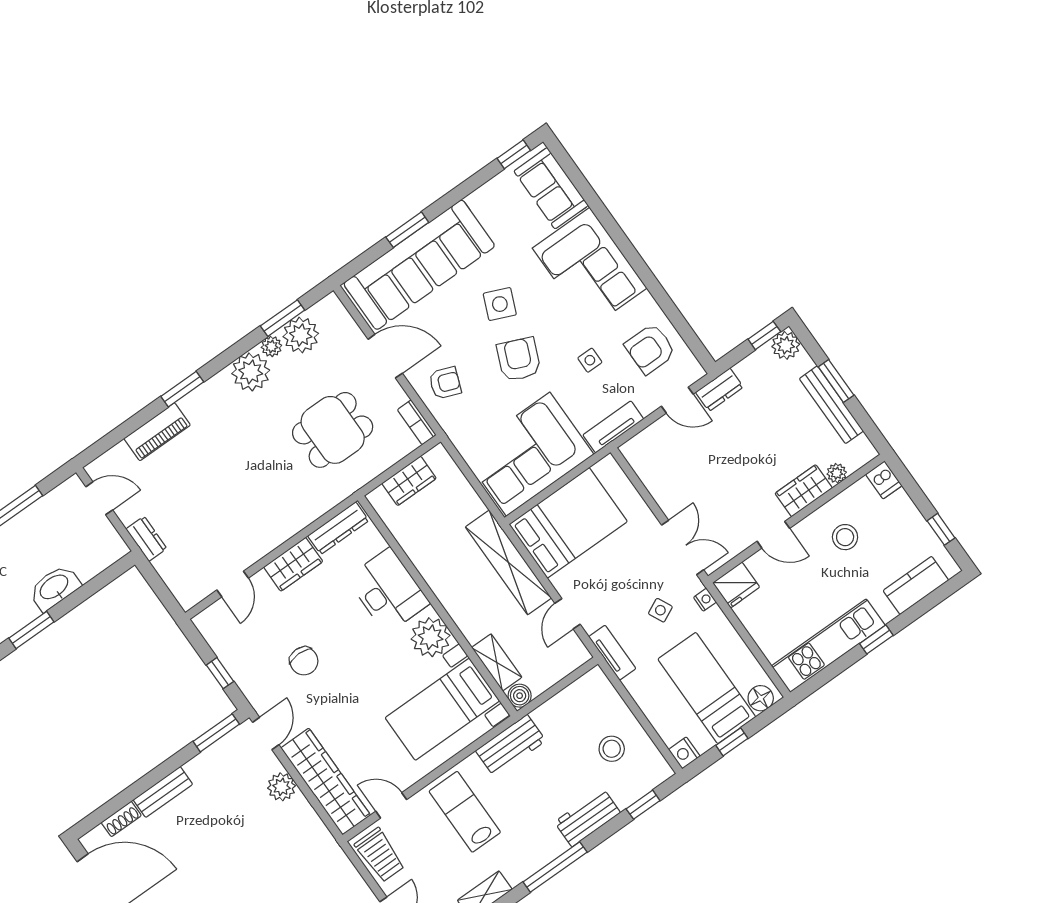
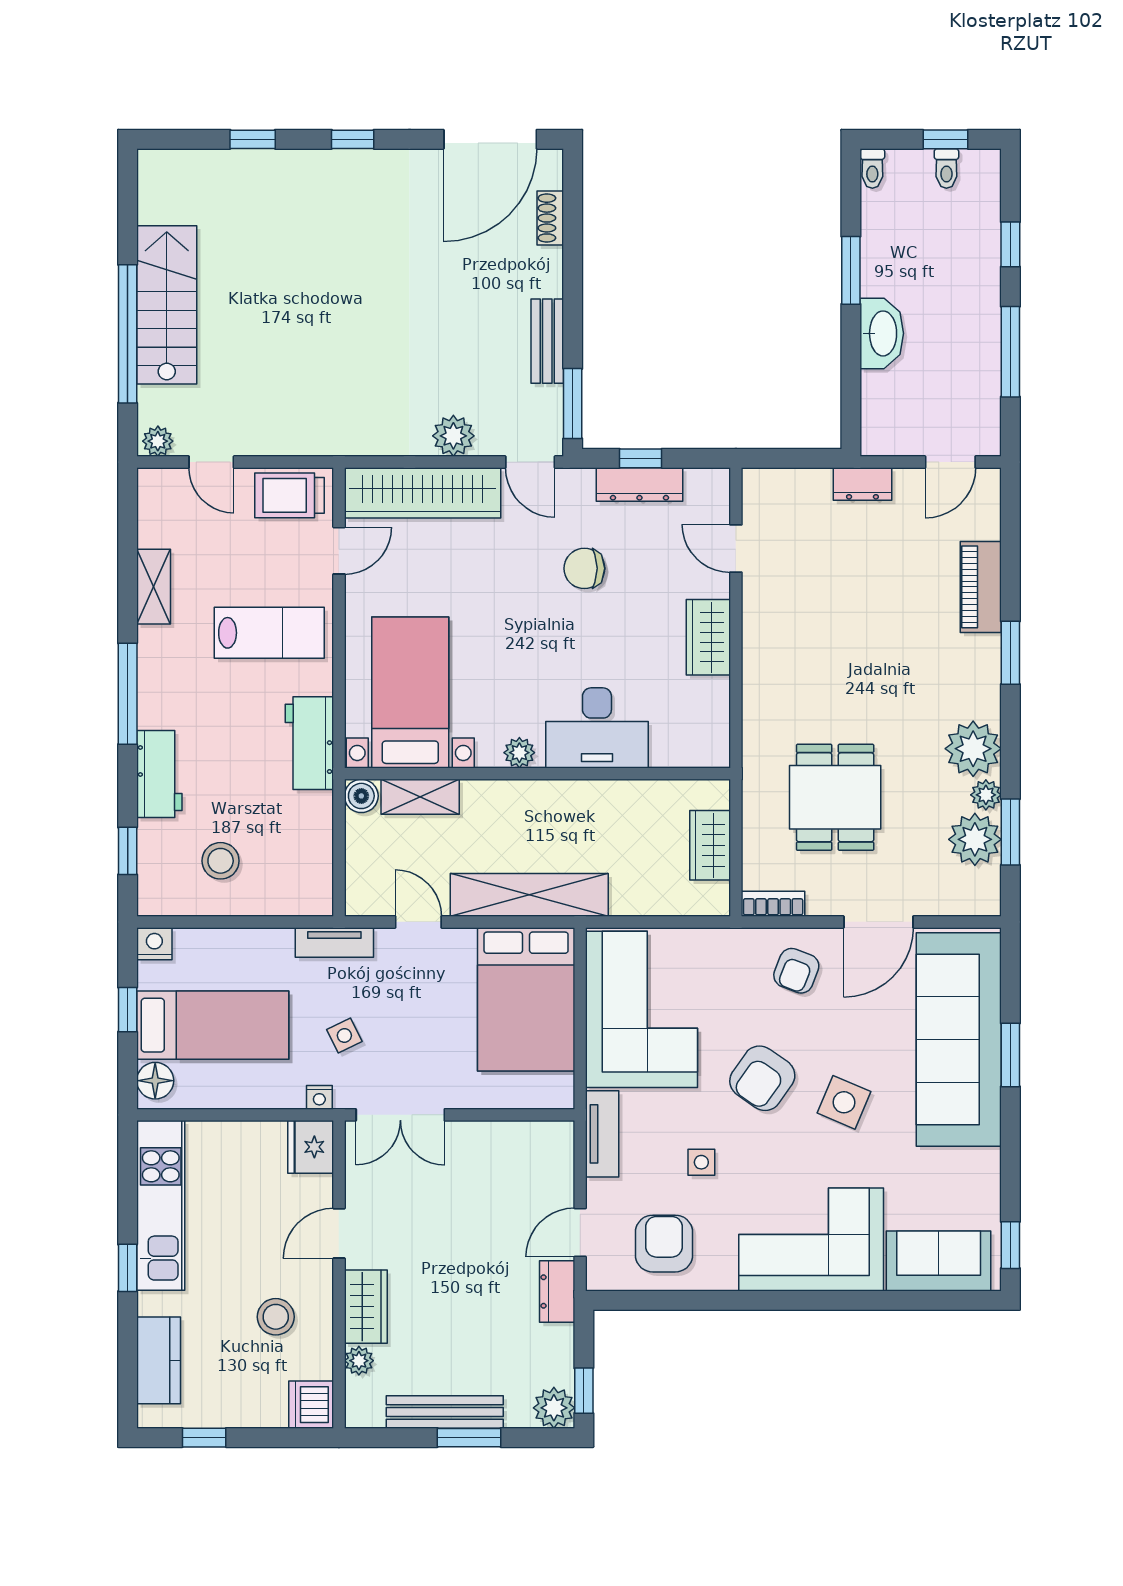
armchair: (519, 359) -> (762, 1078), turned 102
dishwasher: (884, 480) -> (311, 1405), width x1.38
dresser: (338, 528) -> (639, 484), moved, turned -90
plant: (431, 637) -> (519, 753), width x0.53, depth x0.53
bench: (163, 792) -> (547, 341), moved

